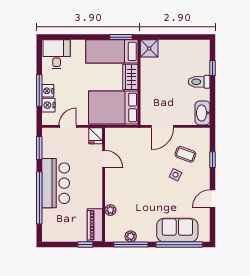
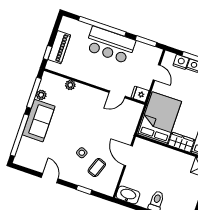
piano: (95, 225) -> (59, 47), moved, turned 90
sofa: (177, 230) -> (39, 121), moved

